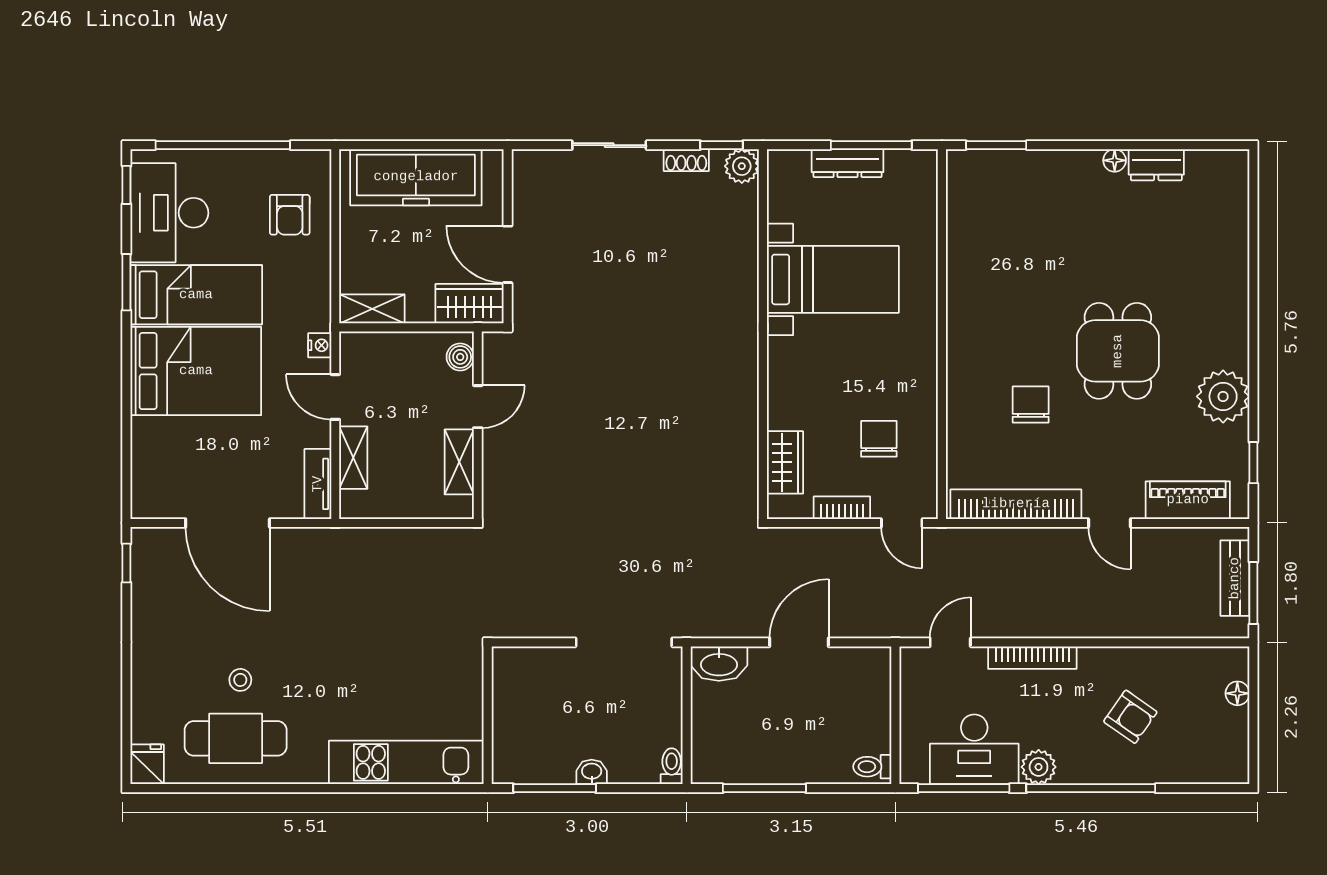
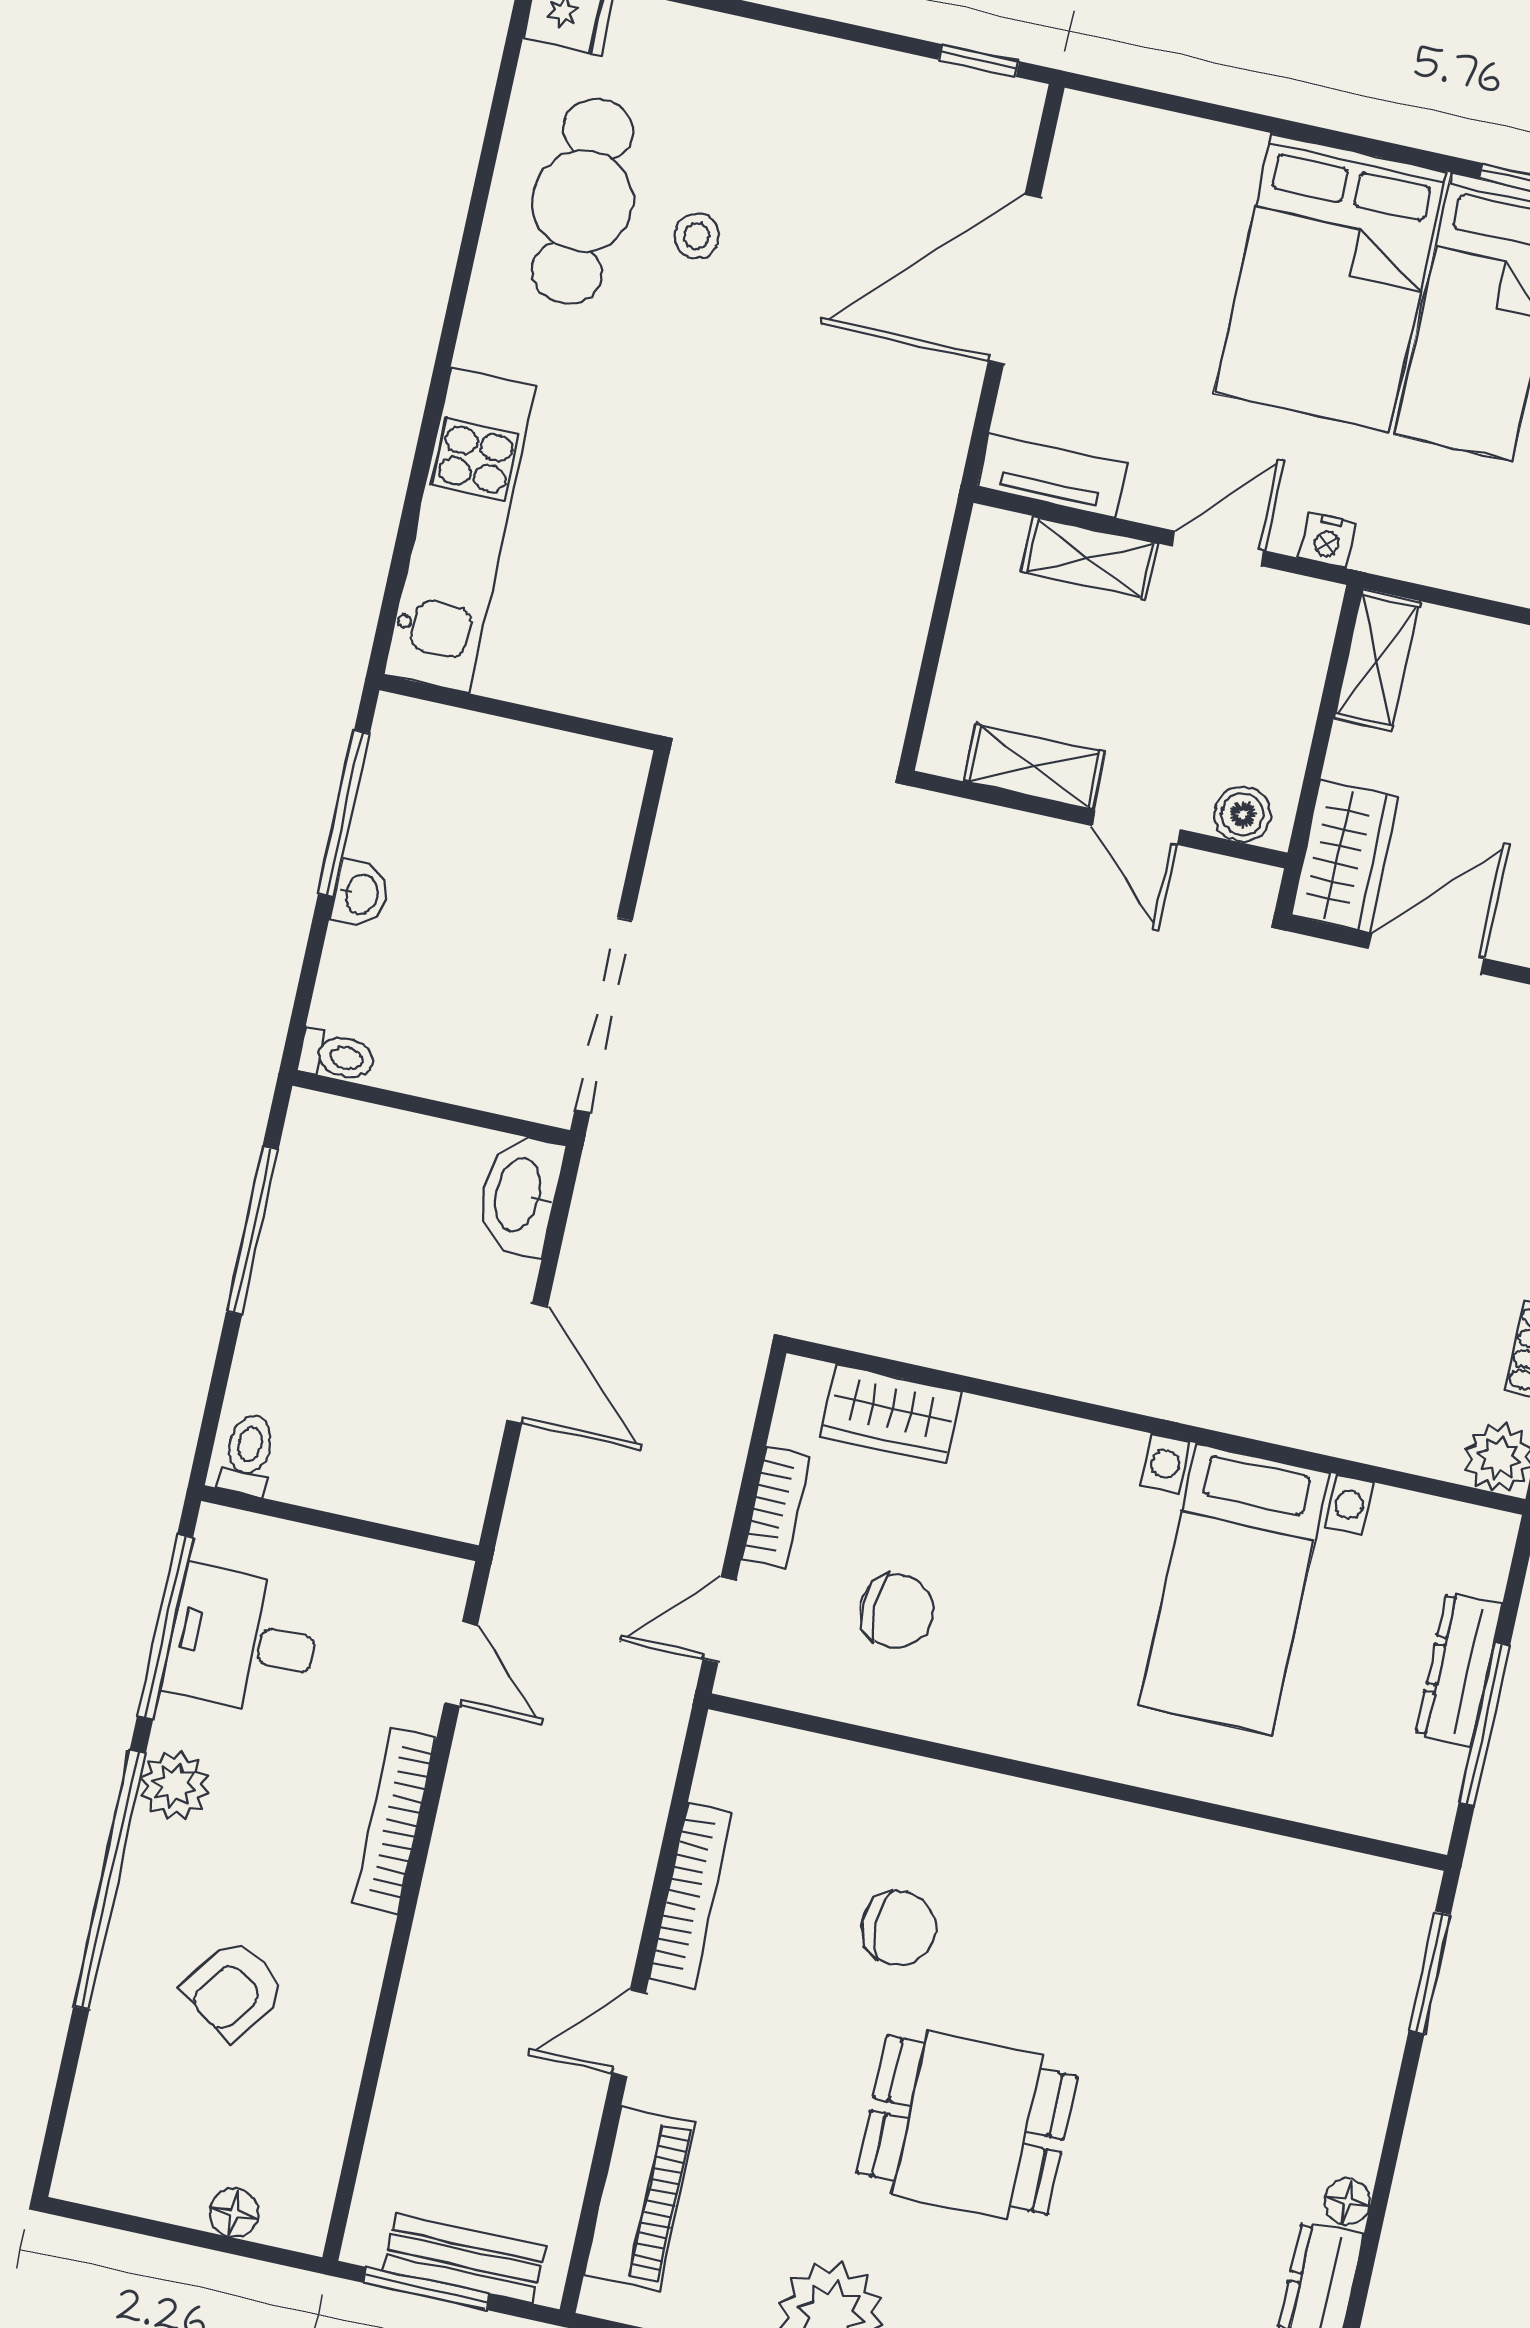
bookcase: (1016, 504) -> (691, 1896), width x0.68, depth x0.76
desk: (974, 749) -> (243, 1641), width x0.73

